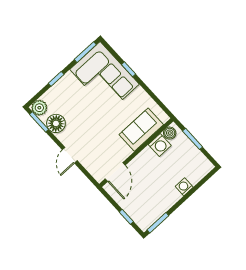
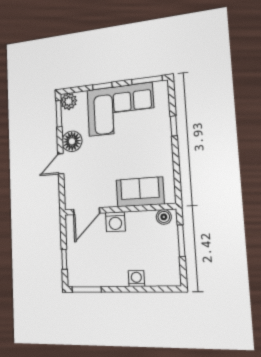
corner sofa: (104, 77) -> (120, 110), moved, turned -90
floor lamp: (56, 123) -> (72, 141), moved
washing machine: (160, 145) -> (115, 222), moved

